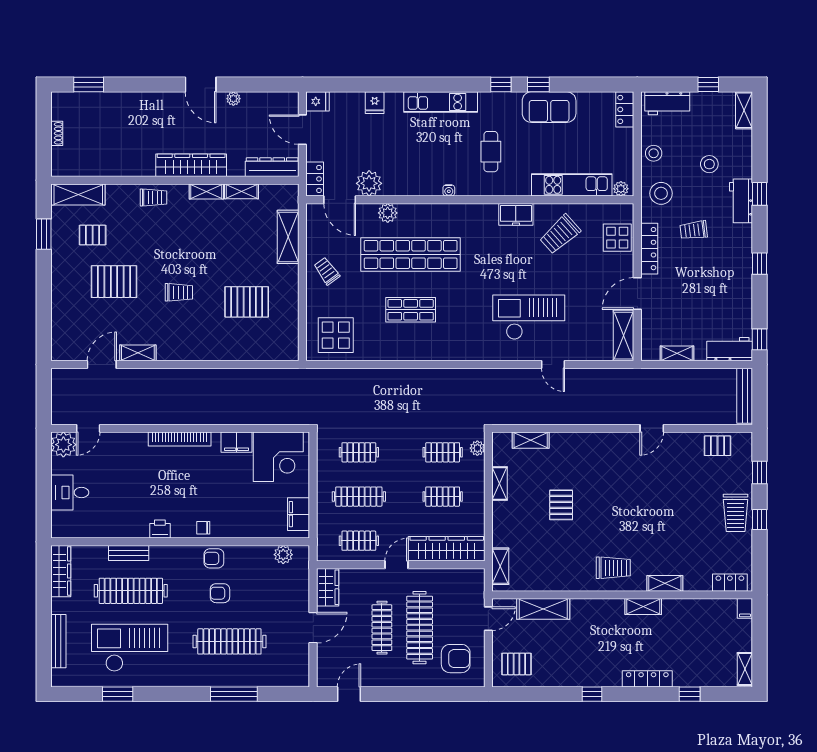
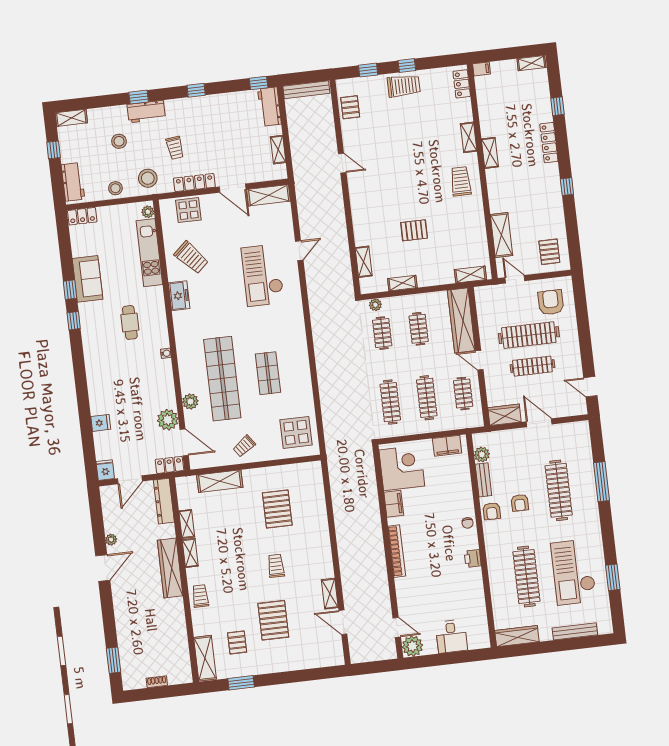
kitchen unit: (441, 102) -> (94, 369), removed
cafe table: (491, 152) -> (130, 322), turned 90
door: (340, 200) -> (184, 442), hinge flipped
clothes rail: (359, 452) -> (390, 402), width x1.36
bench: (129, 553) -> (483, 480), moved

